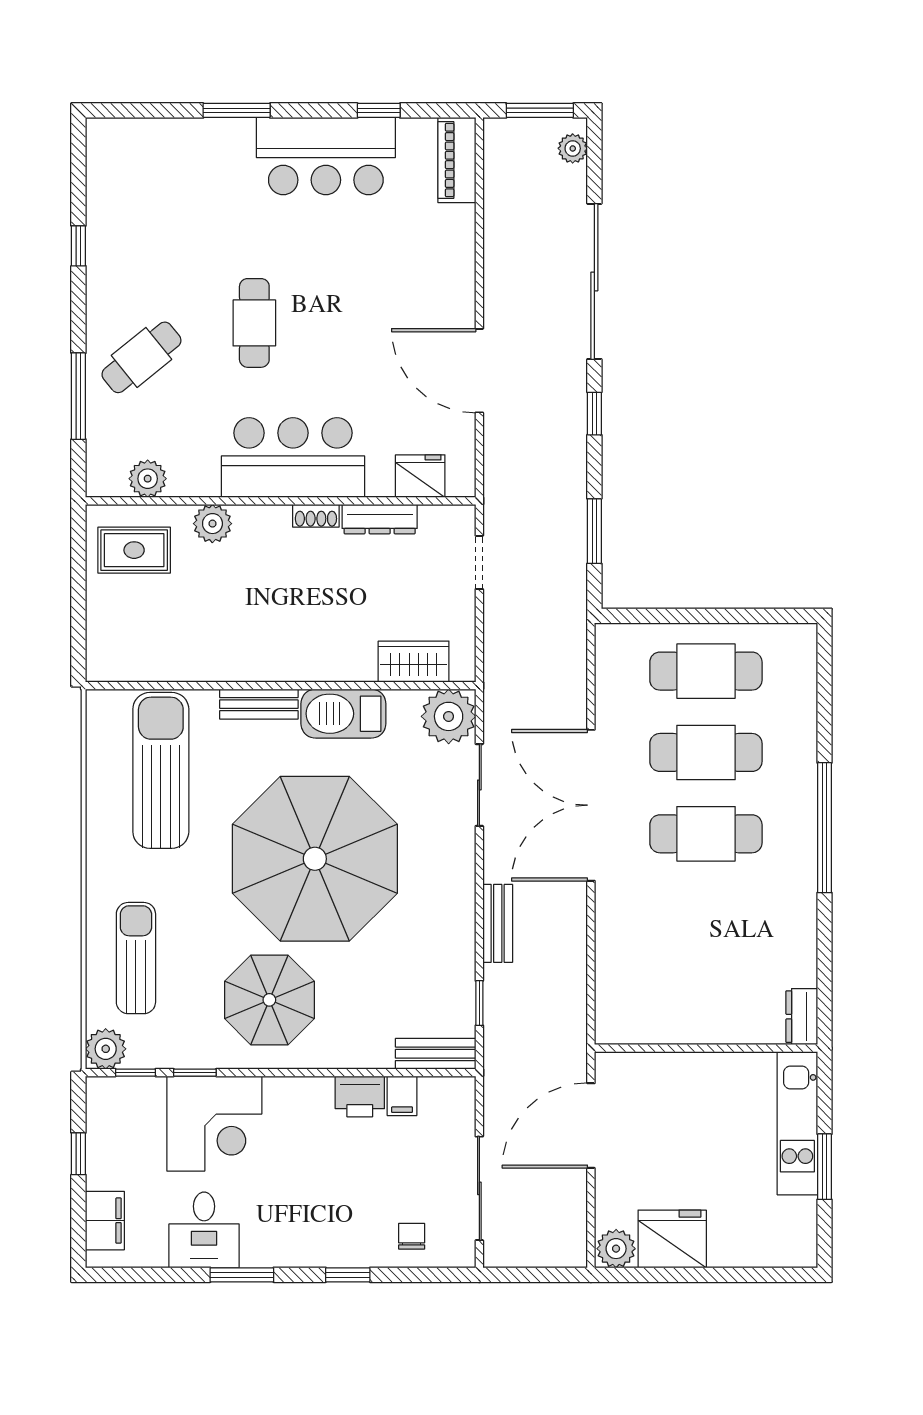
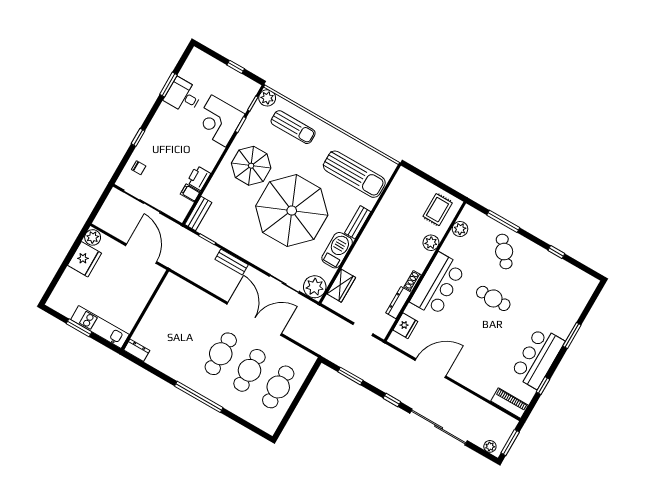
filing cabinet: (105, 1221) -> (207, 63), removed
window: (242, 1275) -> (168, 85), moved

